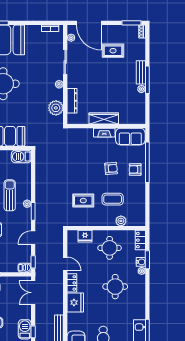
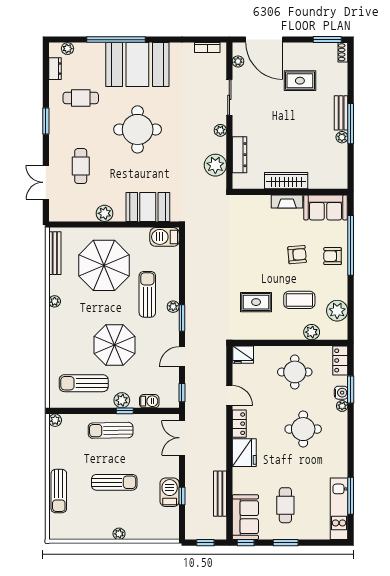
plant: (138, 206) -> (337, 311), added
fridge: (85, 236) -> (243, 355), moved
barbecue: (25, 268) -> (149, 401), moved

